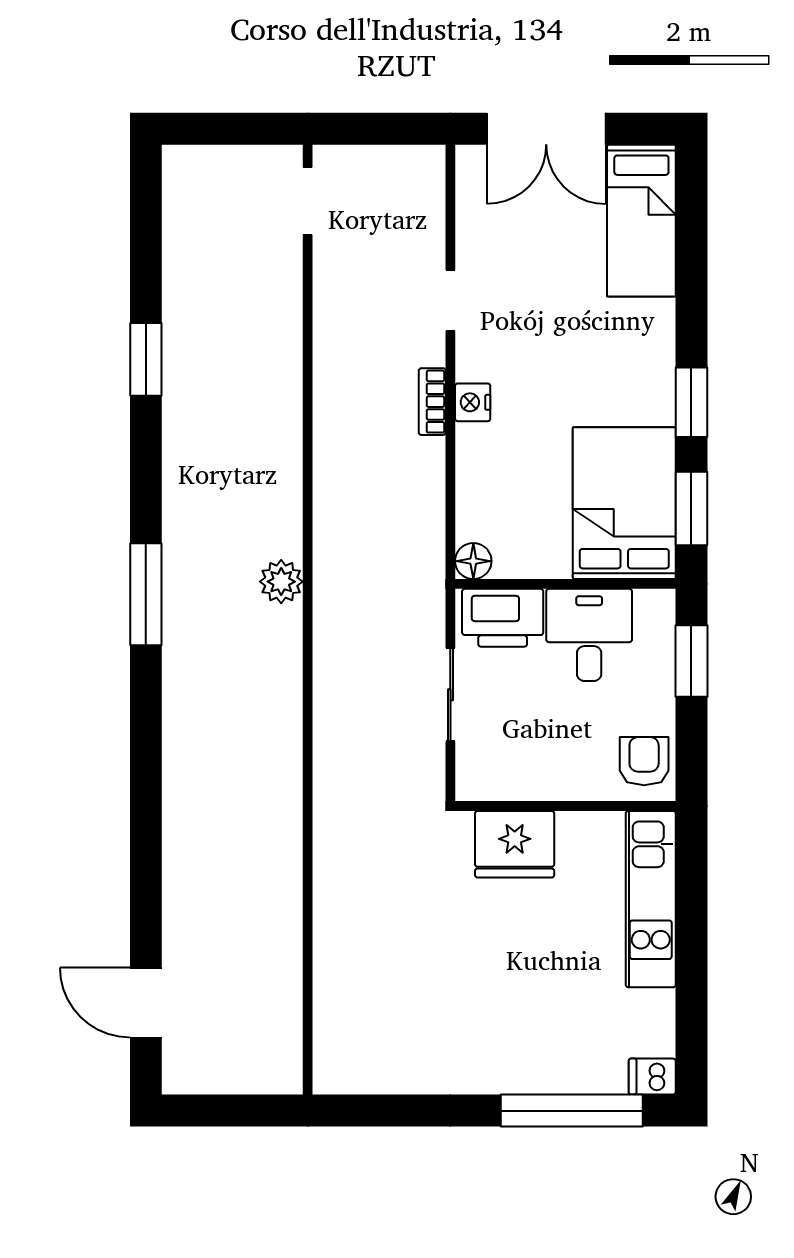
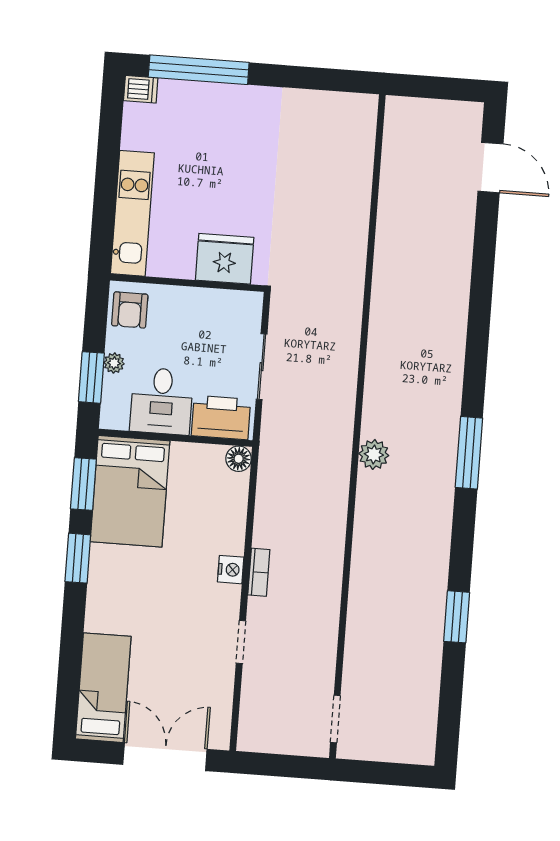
plant: (661, 684) -> (114, 363), added

